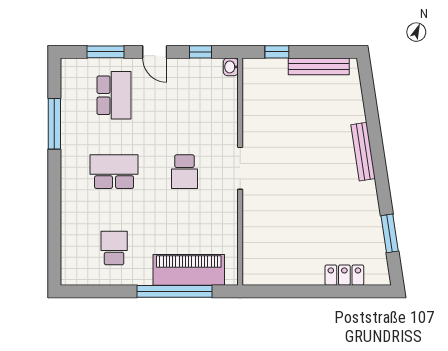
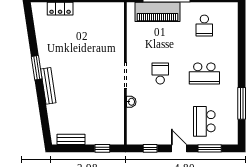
bench: (319, 66) -> (71, 139), width x0.73
washbasin: (231, 67) -> (131, 102), moved
window: (390, 233) -> (37, 68), moved

